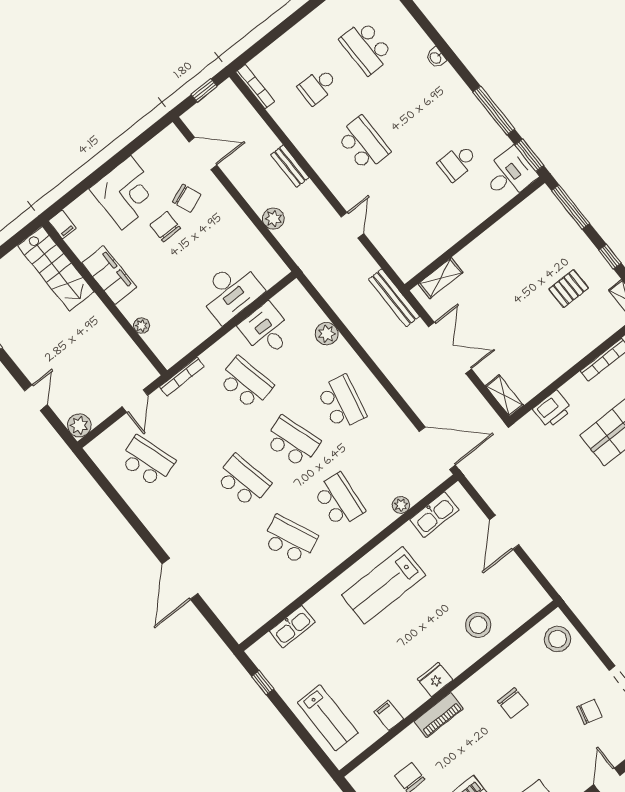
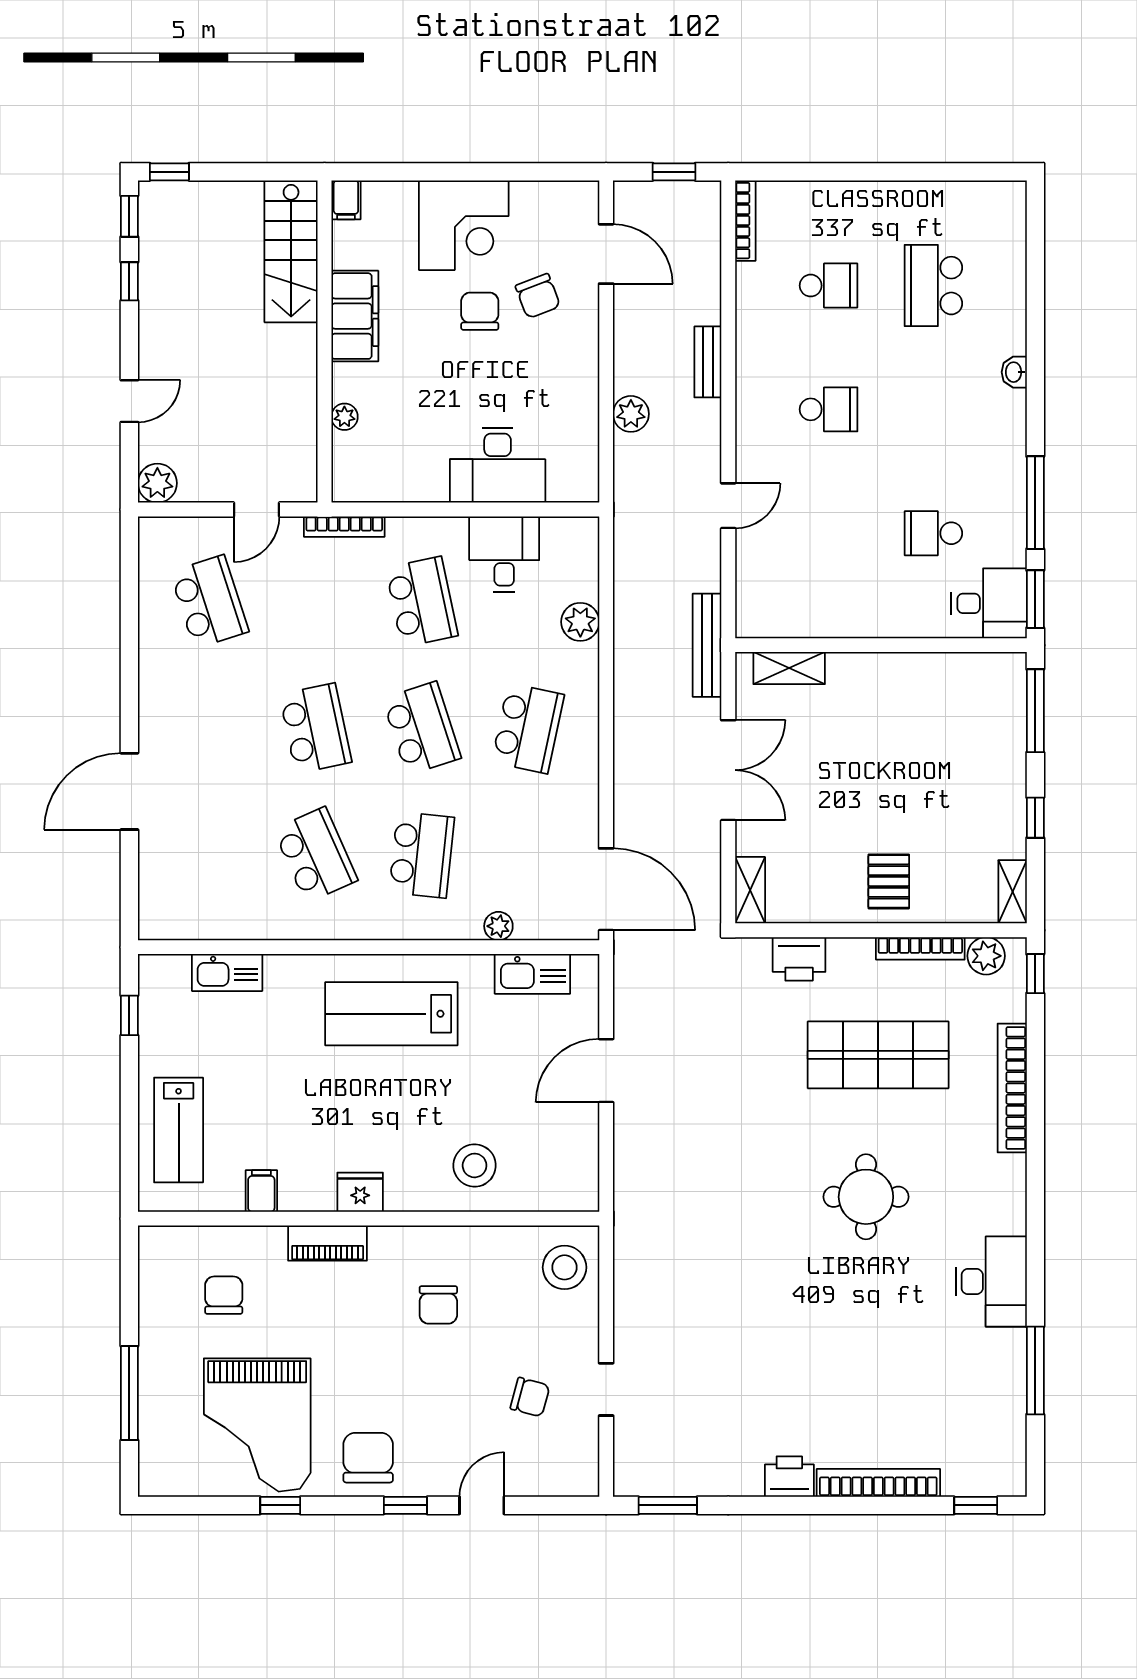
school desk: (318, 86) -> (829, 286), turned 180
school desk: (363, 144) -> (829, 409), width x0.54
pallet: (569, 289) -> (889, 881), moved, turned 90

